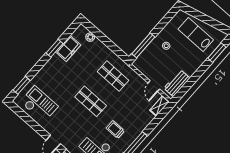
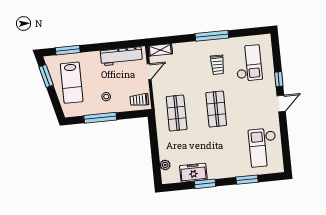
window: (215, 24) -> (46, 76), added
window: (143, 45) -> (100, 118), moved
trolley: (144, 63) -> (139, 100), added
workbench: (177, 83) -> (121, 56), width x1.37
window: (22, 85) -> (247, 180), moved

